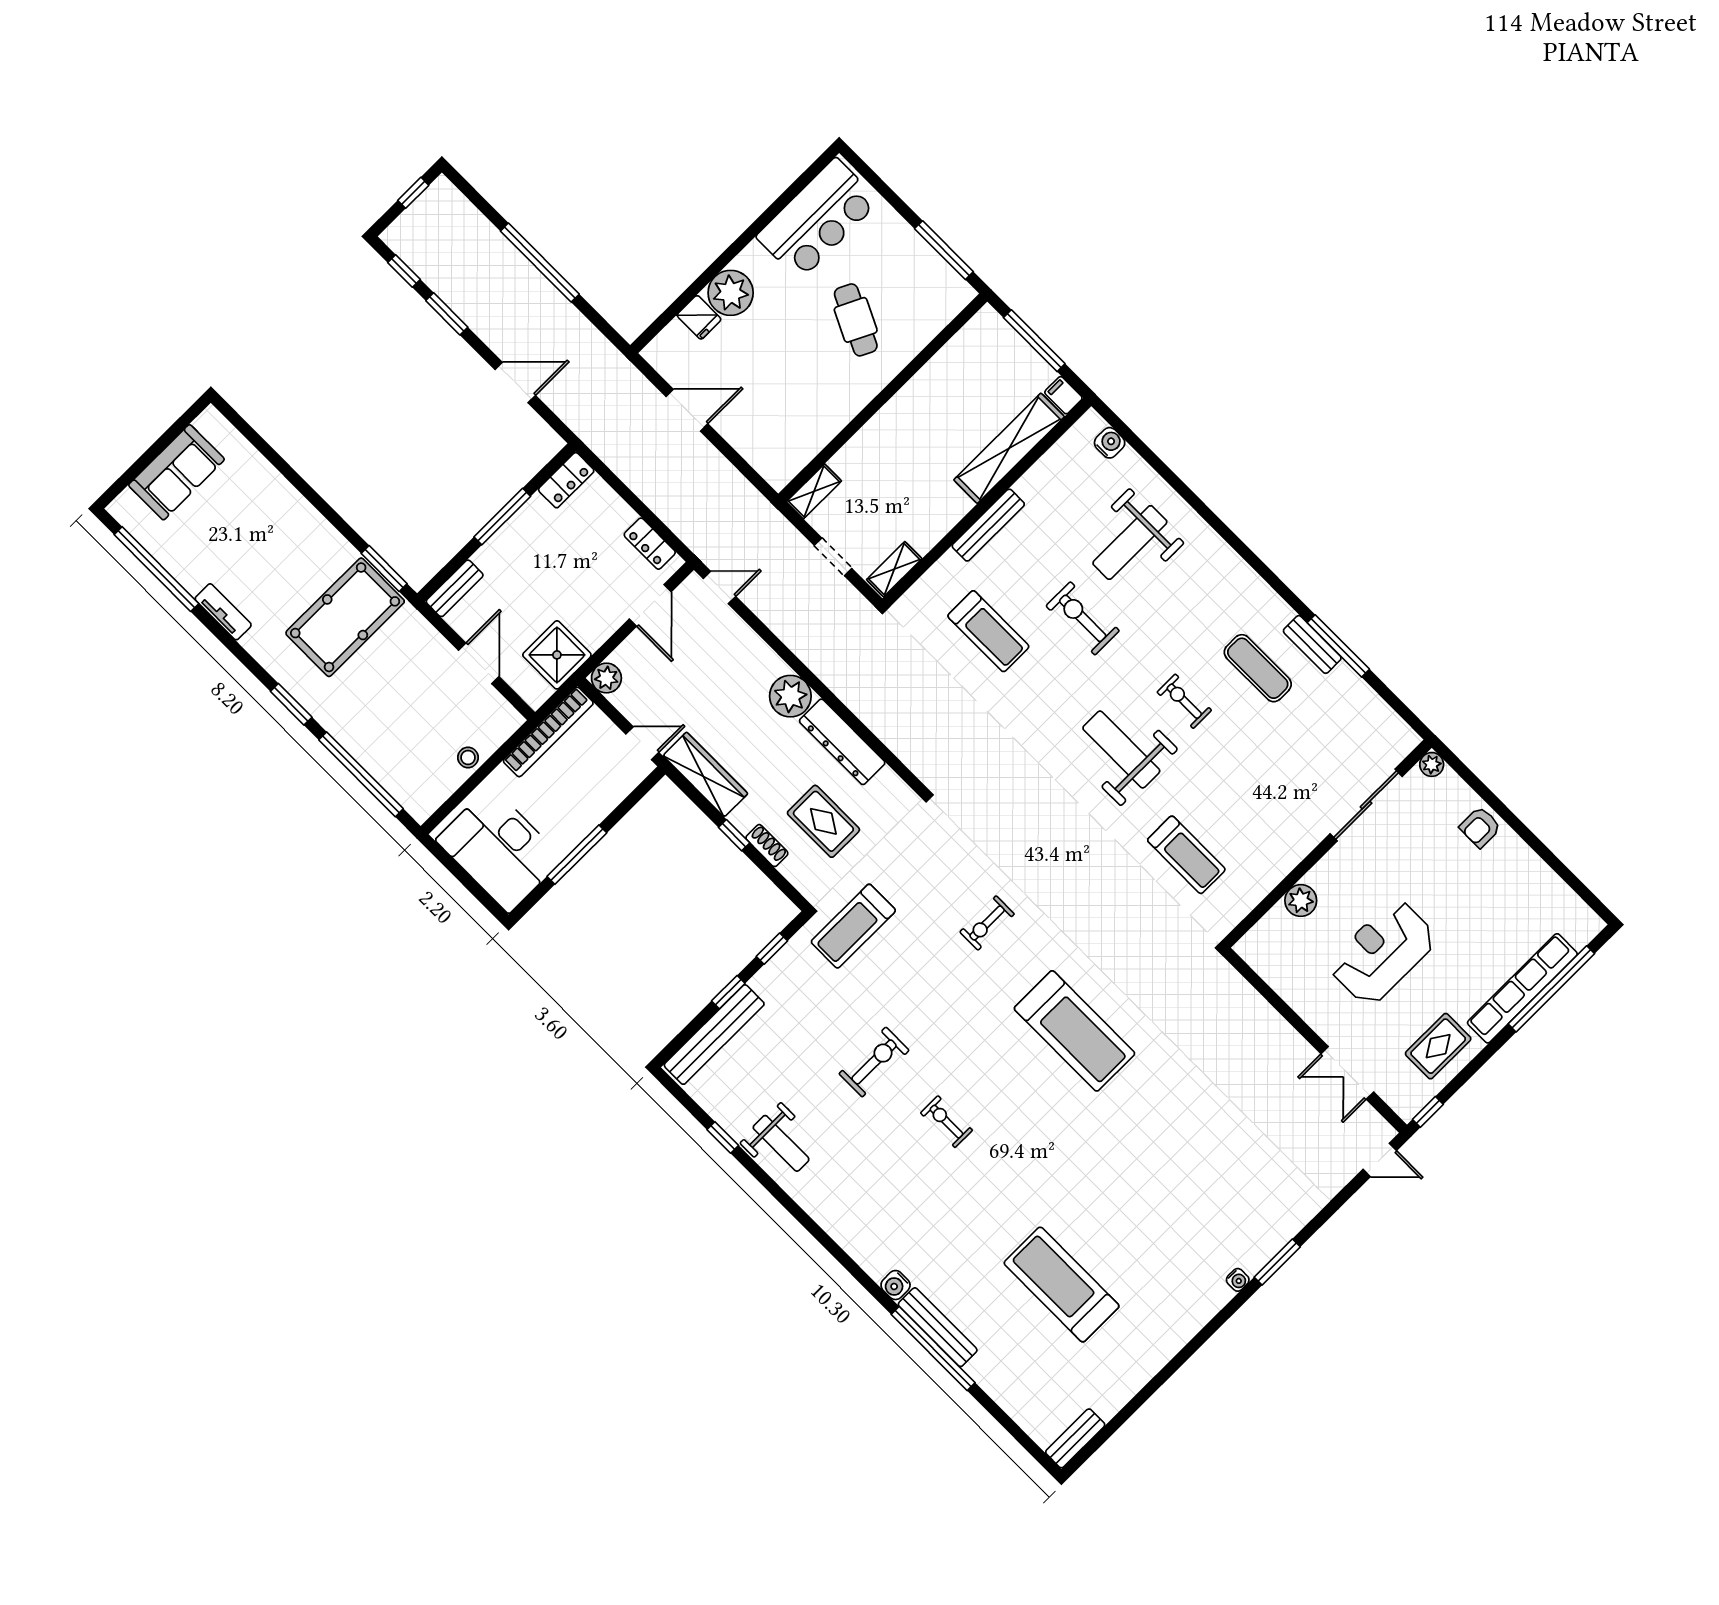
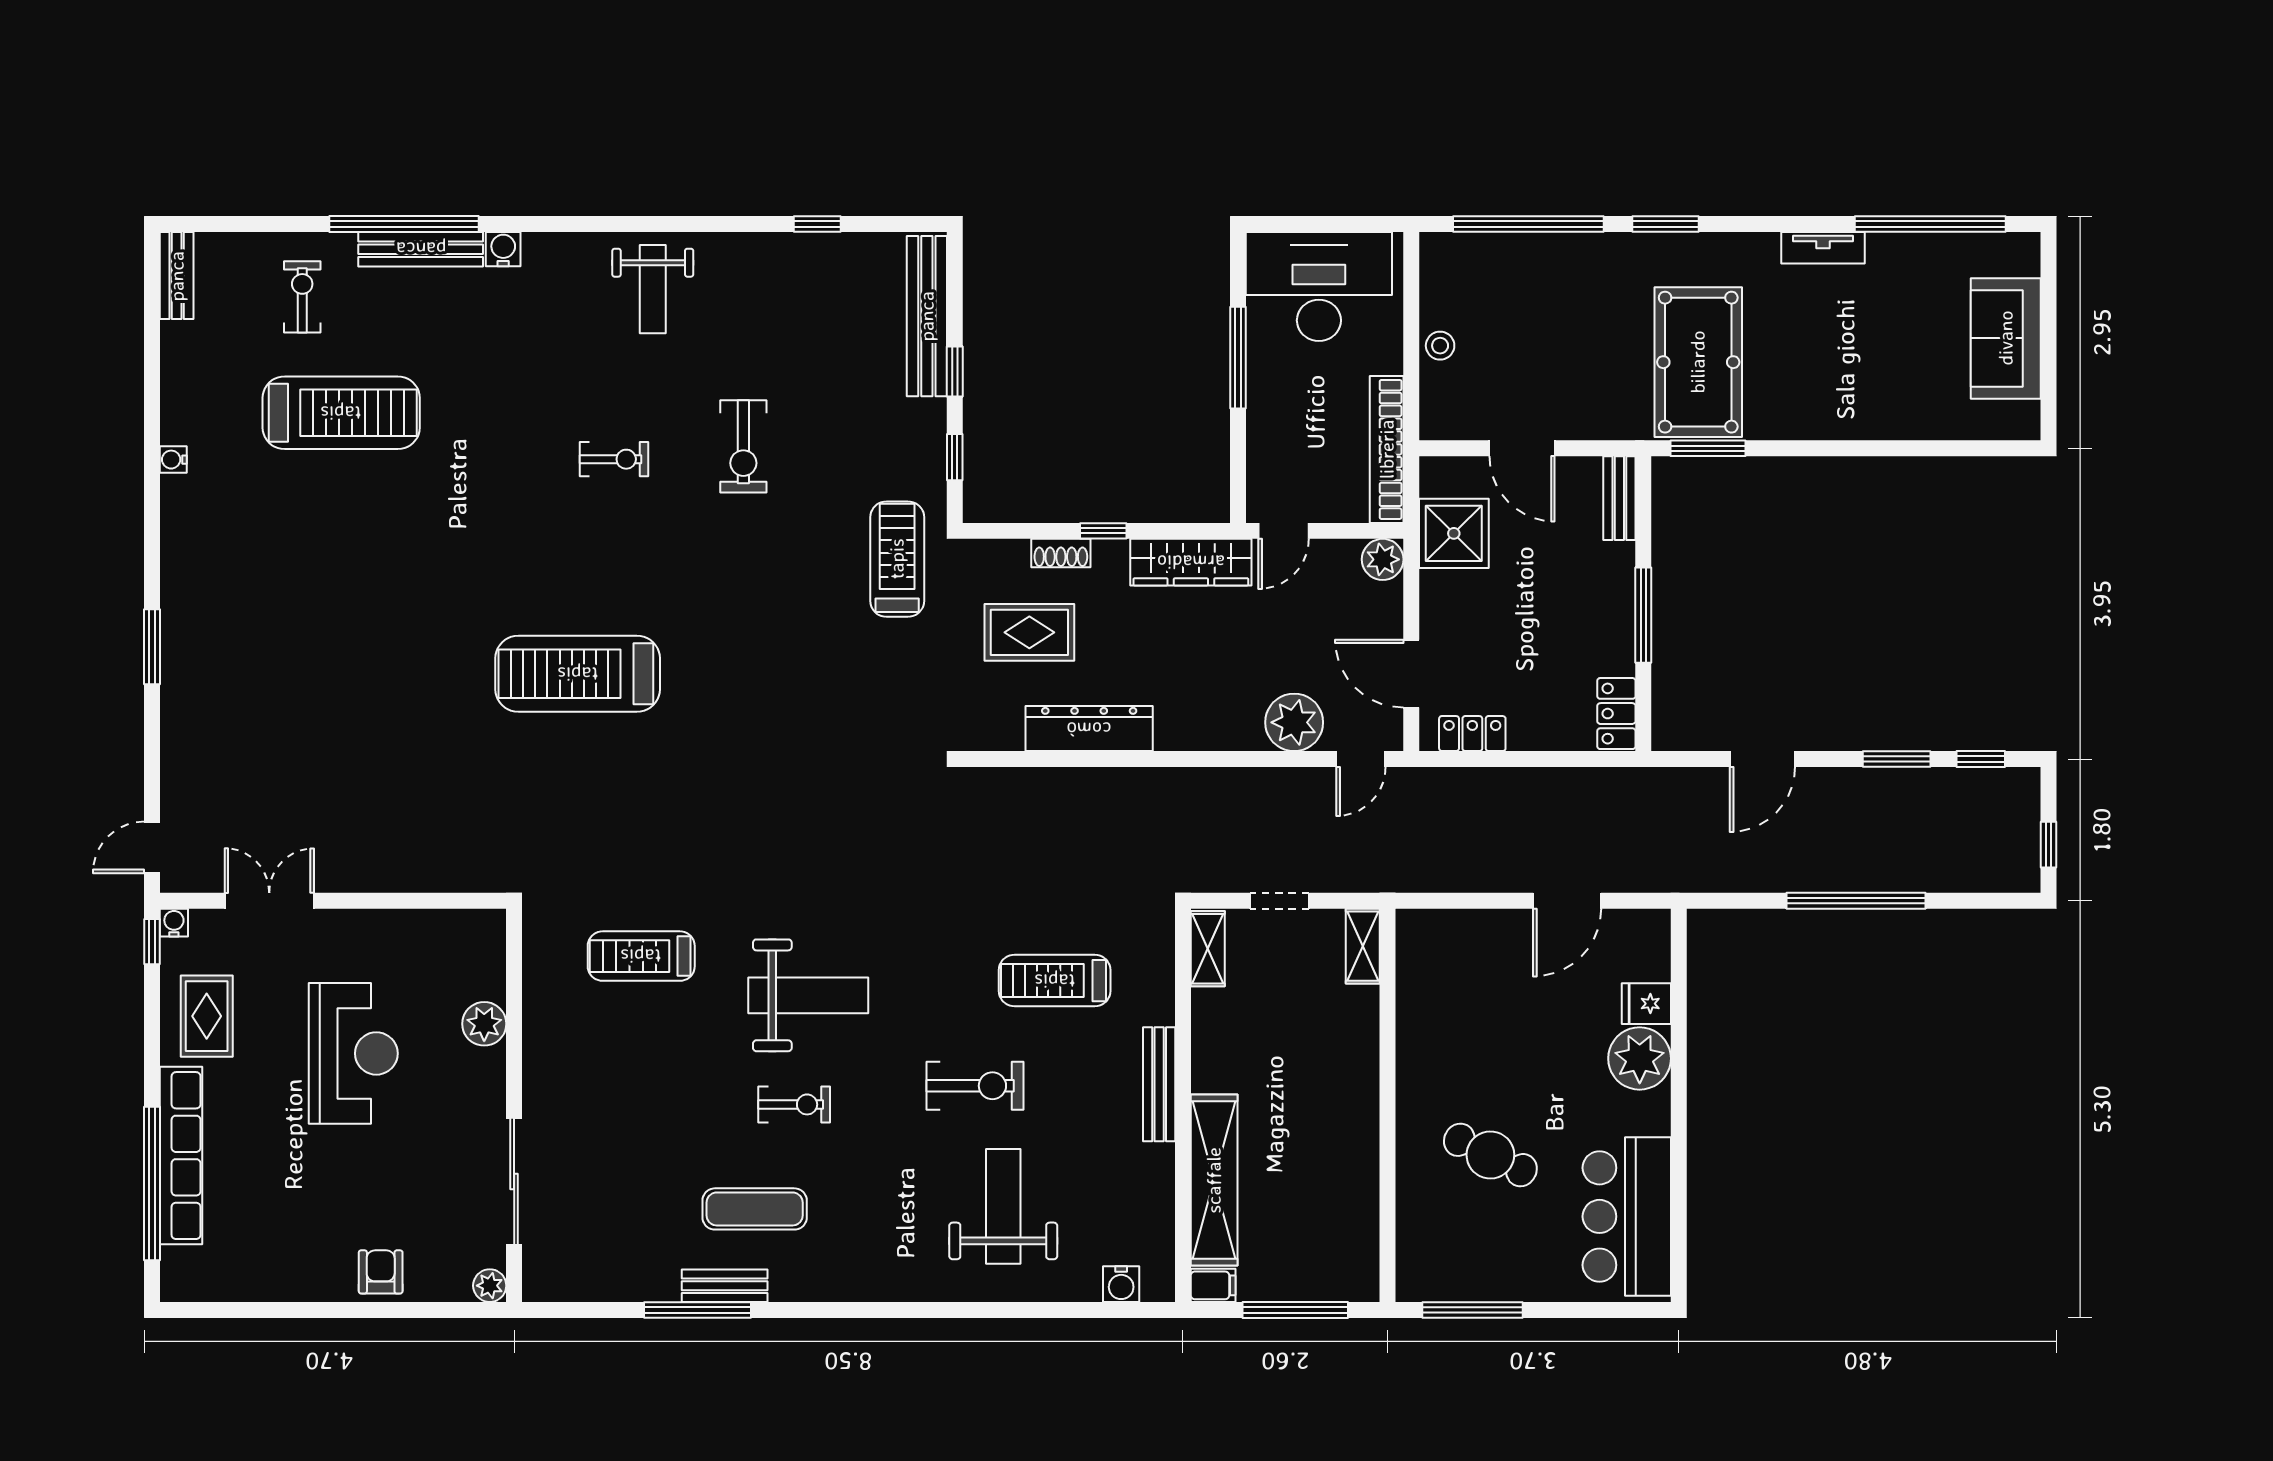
plant: (790, 696) -> (1294, 722), moved
exercise bike: (987, 923) -> (302, 297), moved
water cooler: (1407, 1110) -> (174, 923), added
weight bench: (781, 1143) -> (653, 289), moved, turned -90
water cooler: (1238, 1280) -> (173, 460), moved

